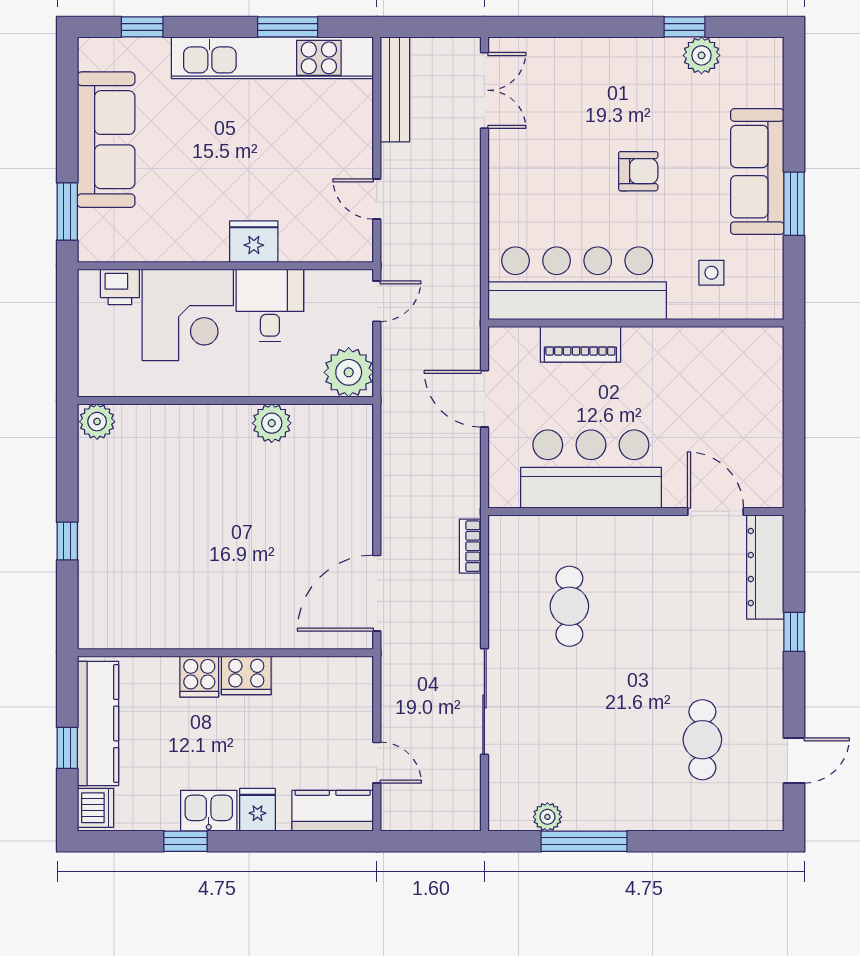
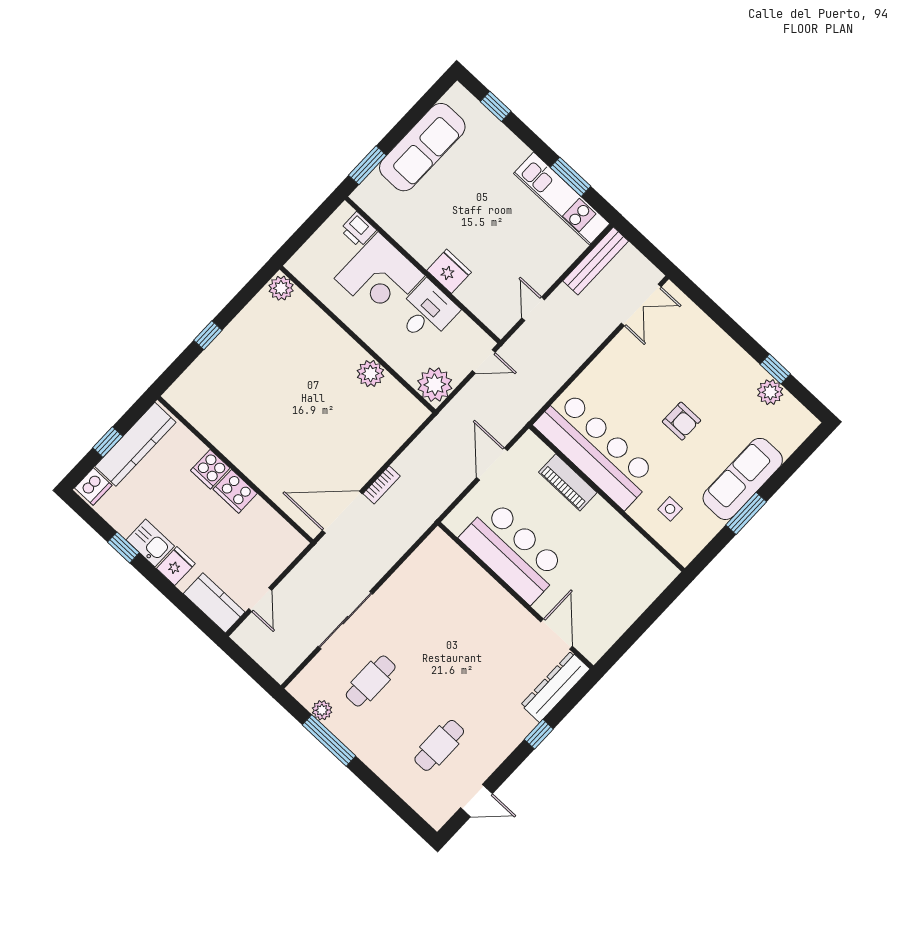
kitchen unit: (272, 58) -> (562, 199), width x0.73
bookcase: (470, 546) -> (382, 485), moved, turned 180
cafe table: (569, 606) -> (371, 681), moved

